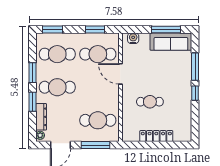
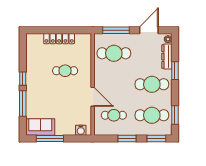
window: (95, 29) -> (127, 138), moved
sofa: (171, 42) -> (40, 127), width x0.73
cafe table: (98, 54) -> (114, 115), width x0.73, depth x0.74
window: (33, 73) -> (175, 115), moved

